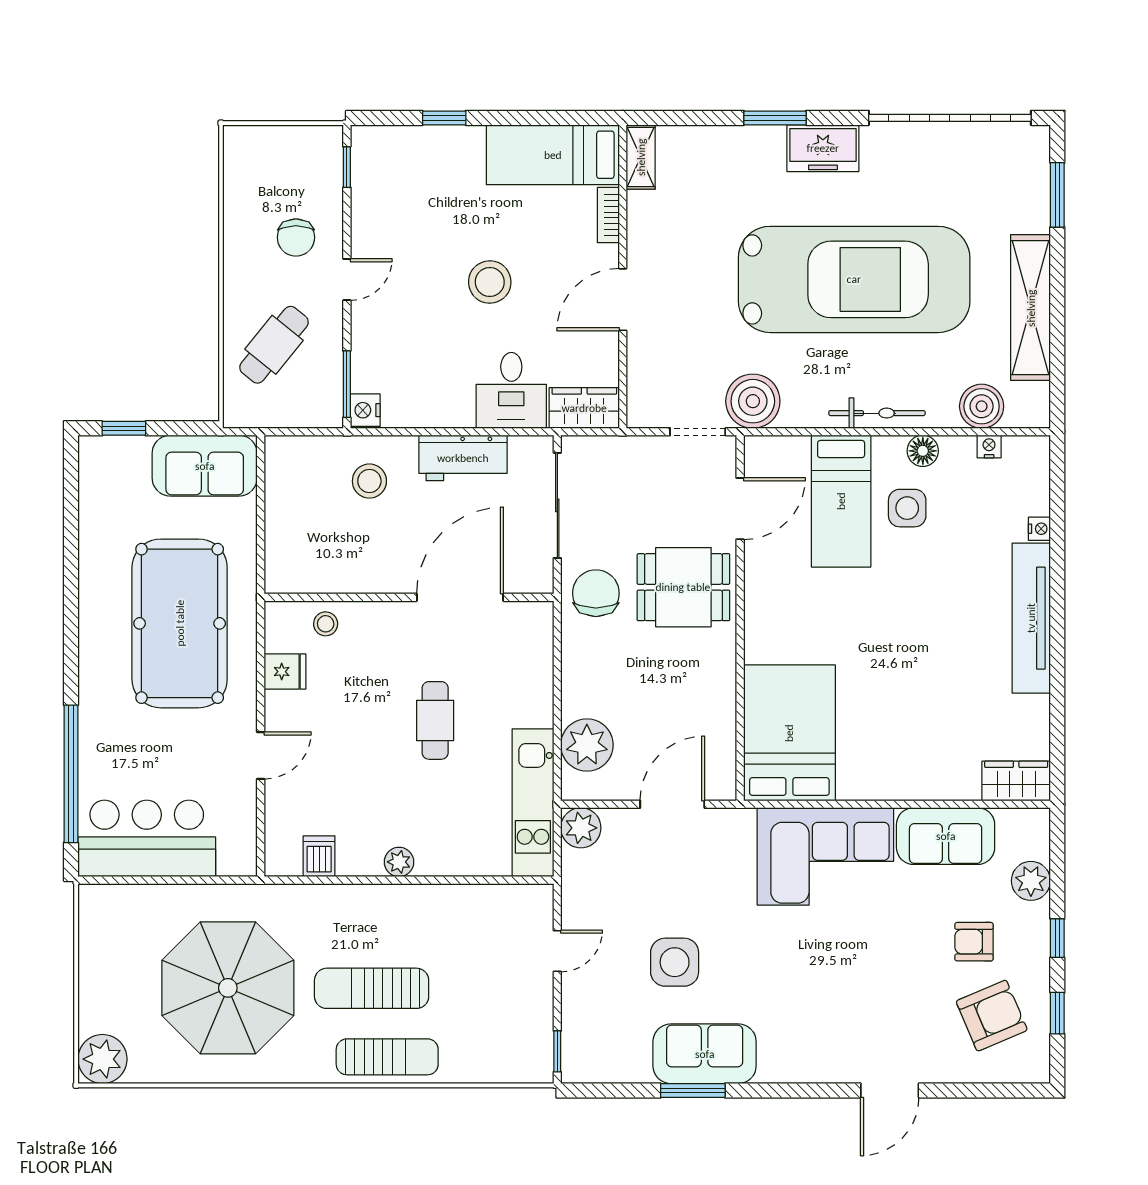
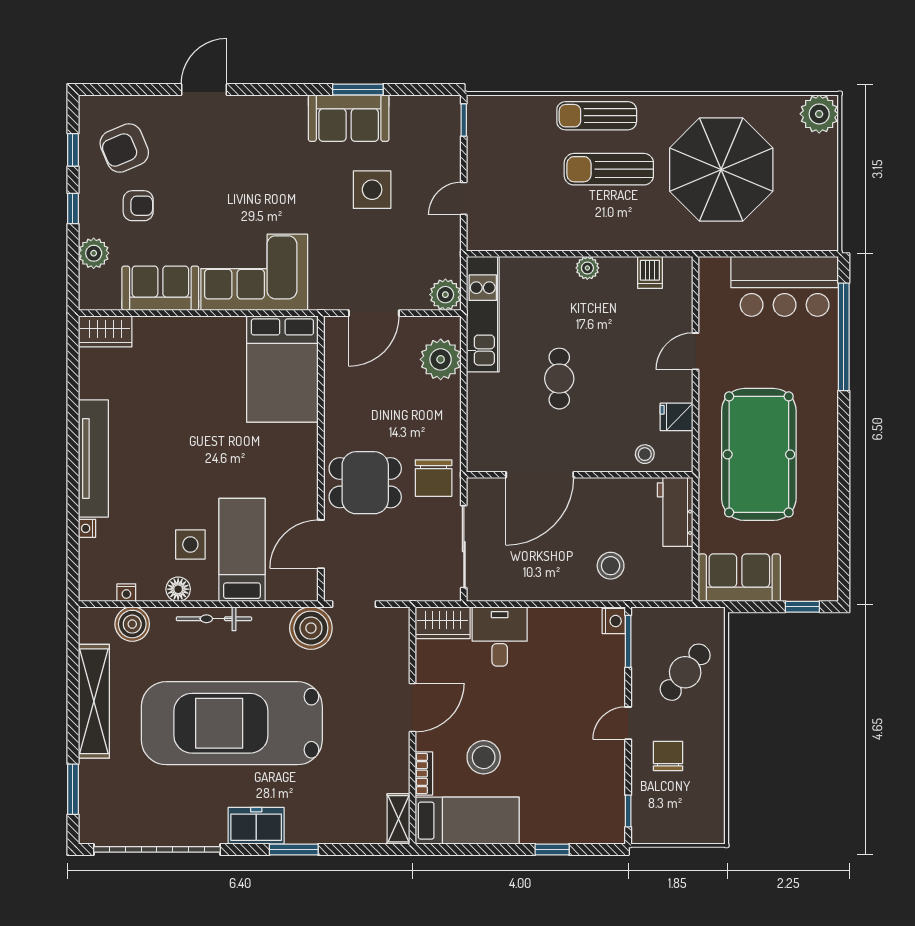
stool: (490, 282) -> (484, 757), moved
workbench: (463, 458) -> (675, 512), moved, turned -90
sun lounger: (372, 988) -> (609, 169), turned 180

